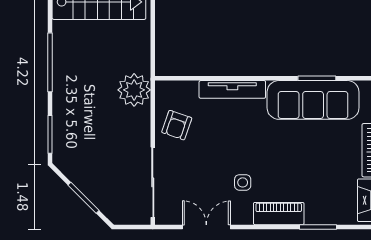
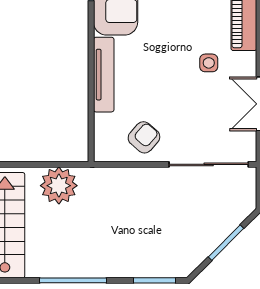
plant: (134, 90) -> (59, 186), moved
armchair: (177, 125) -> (144, 137), turned -68

